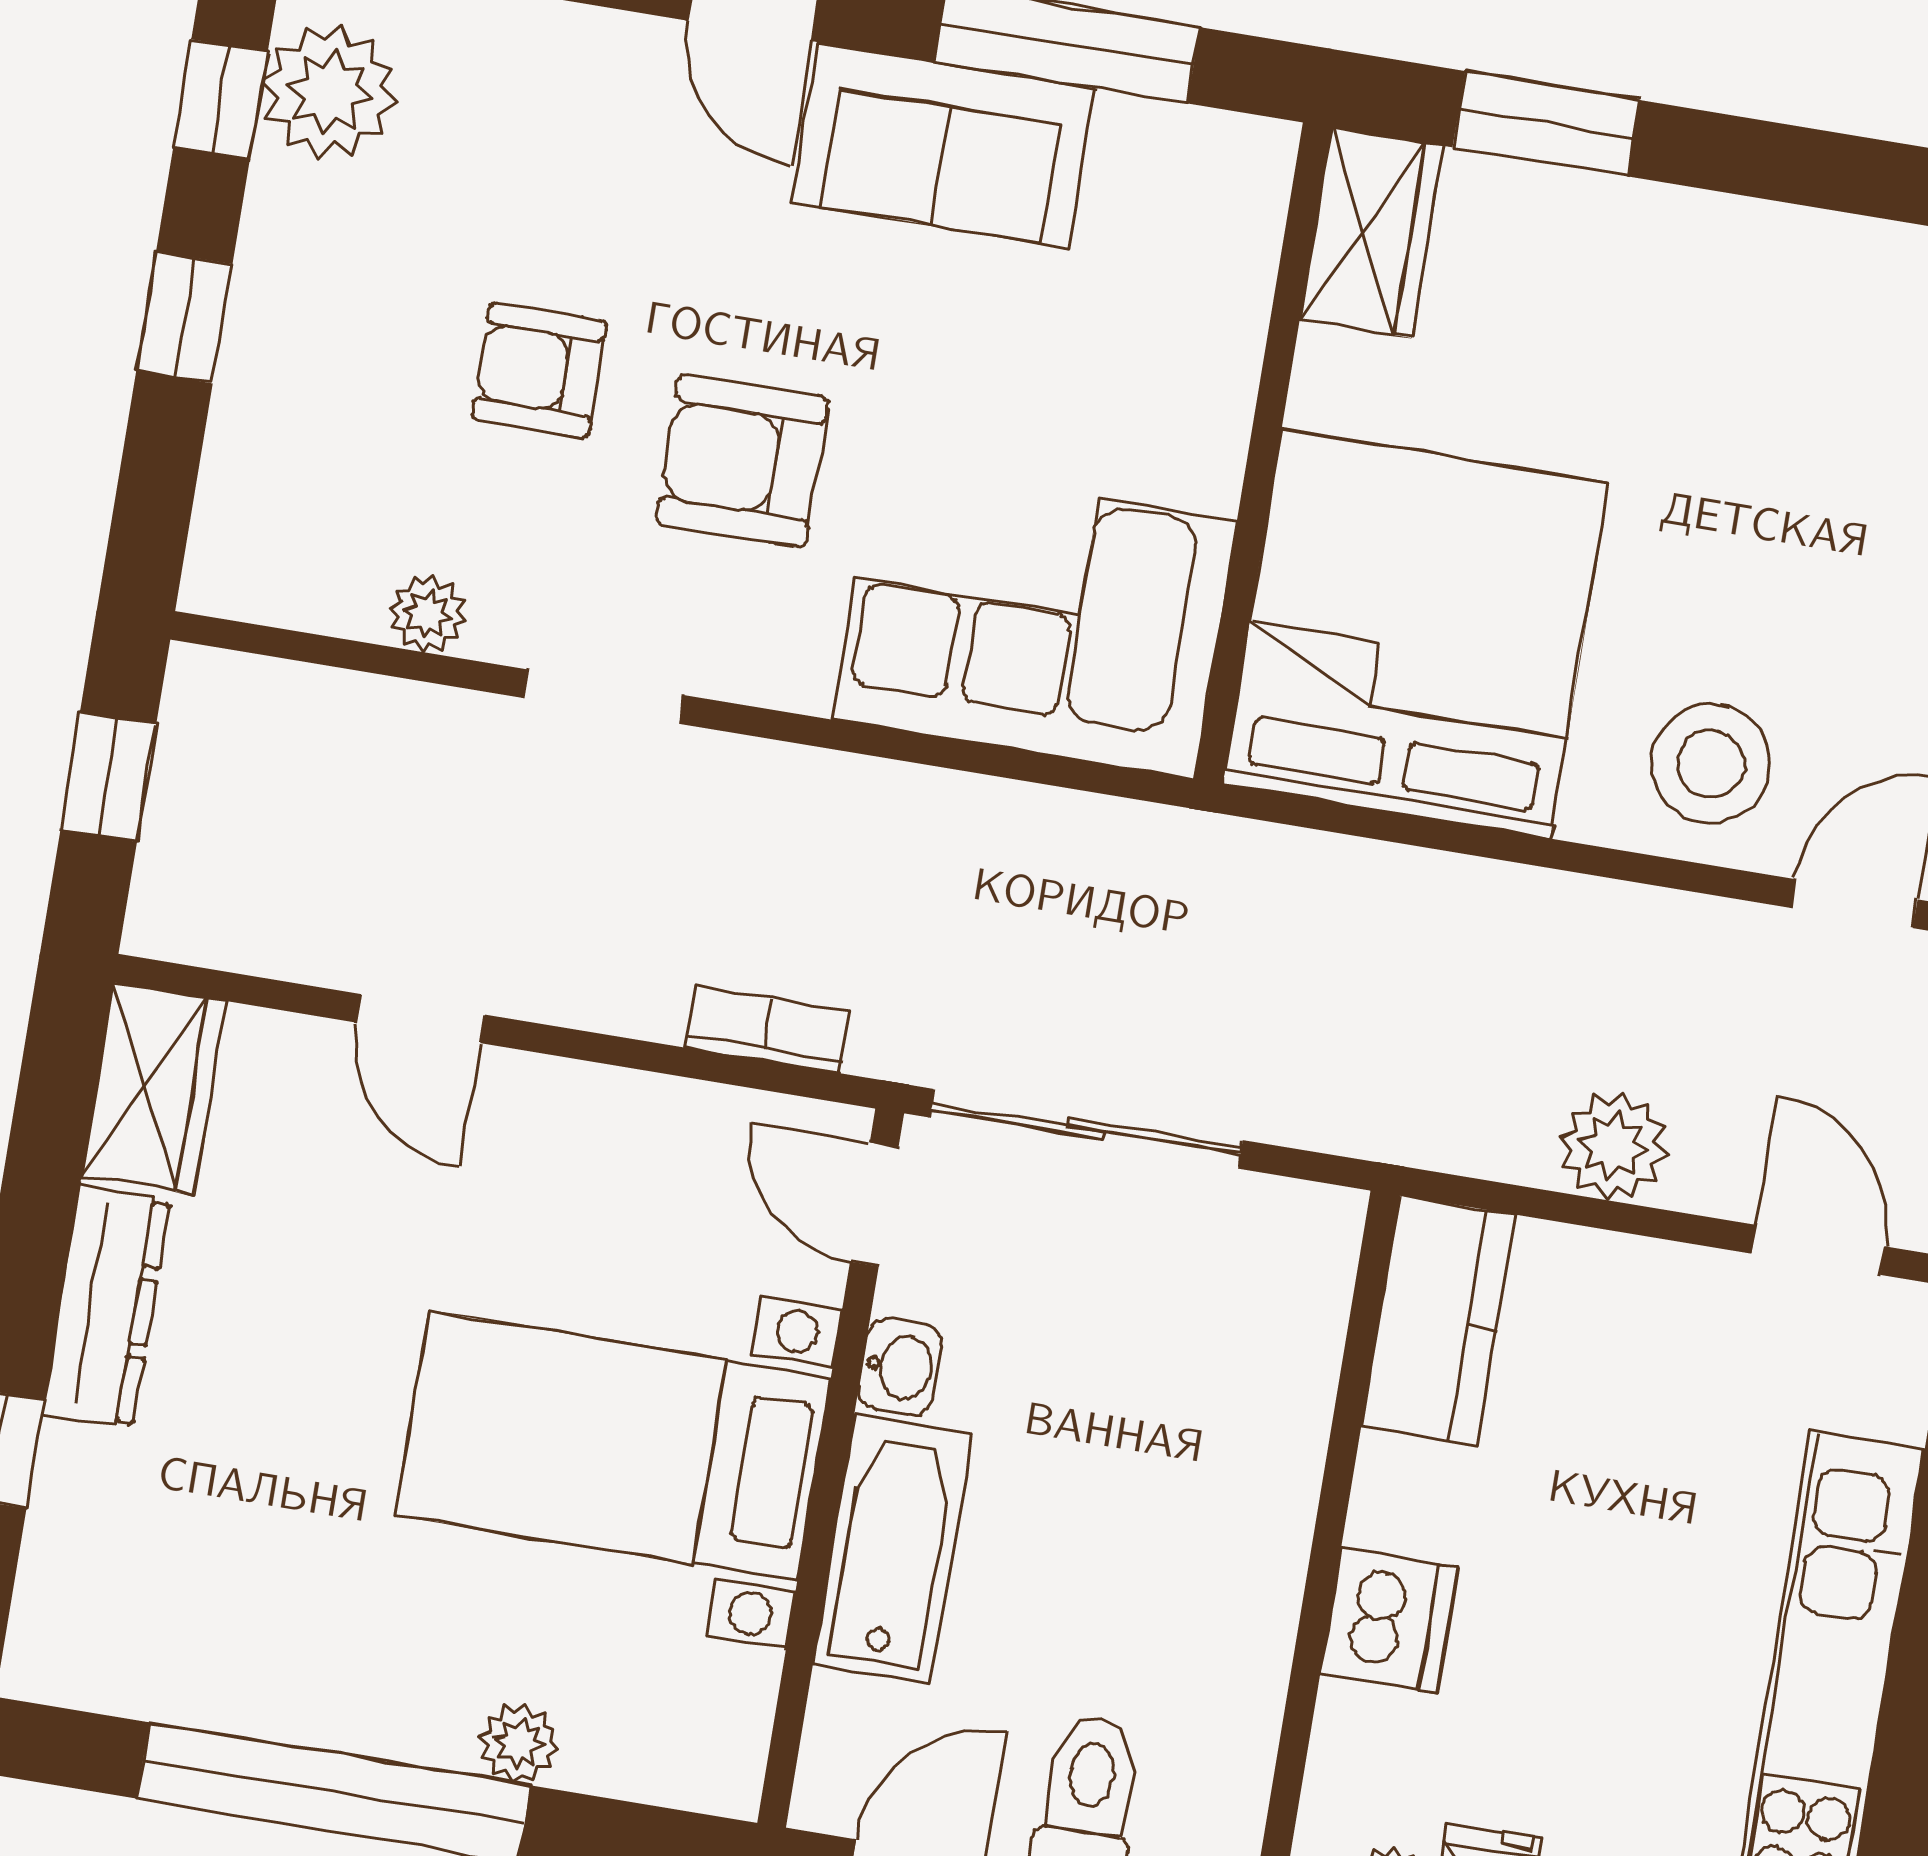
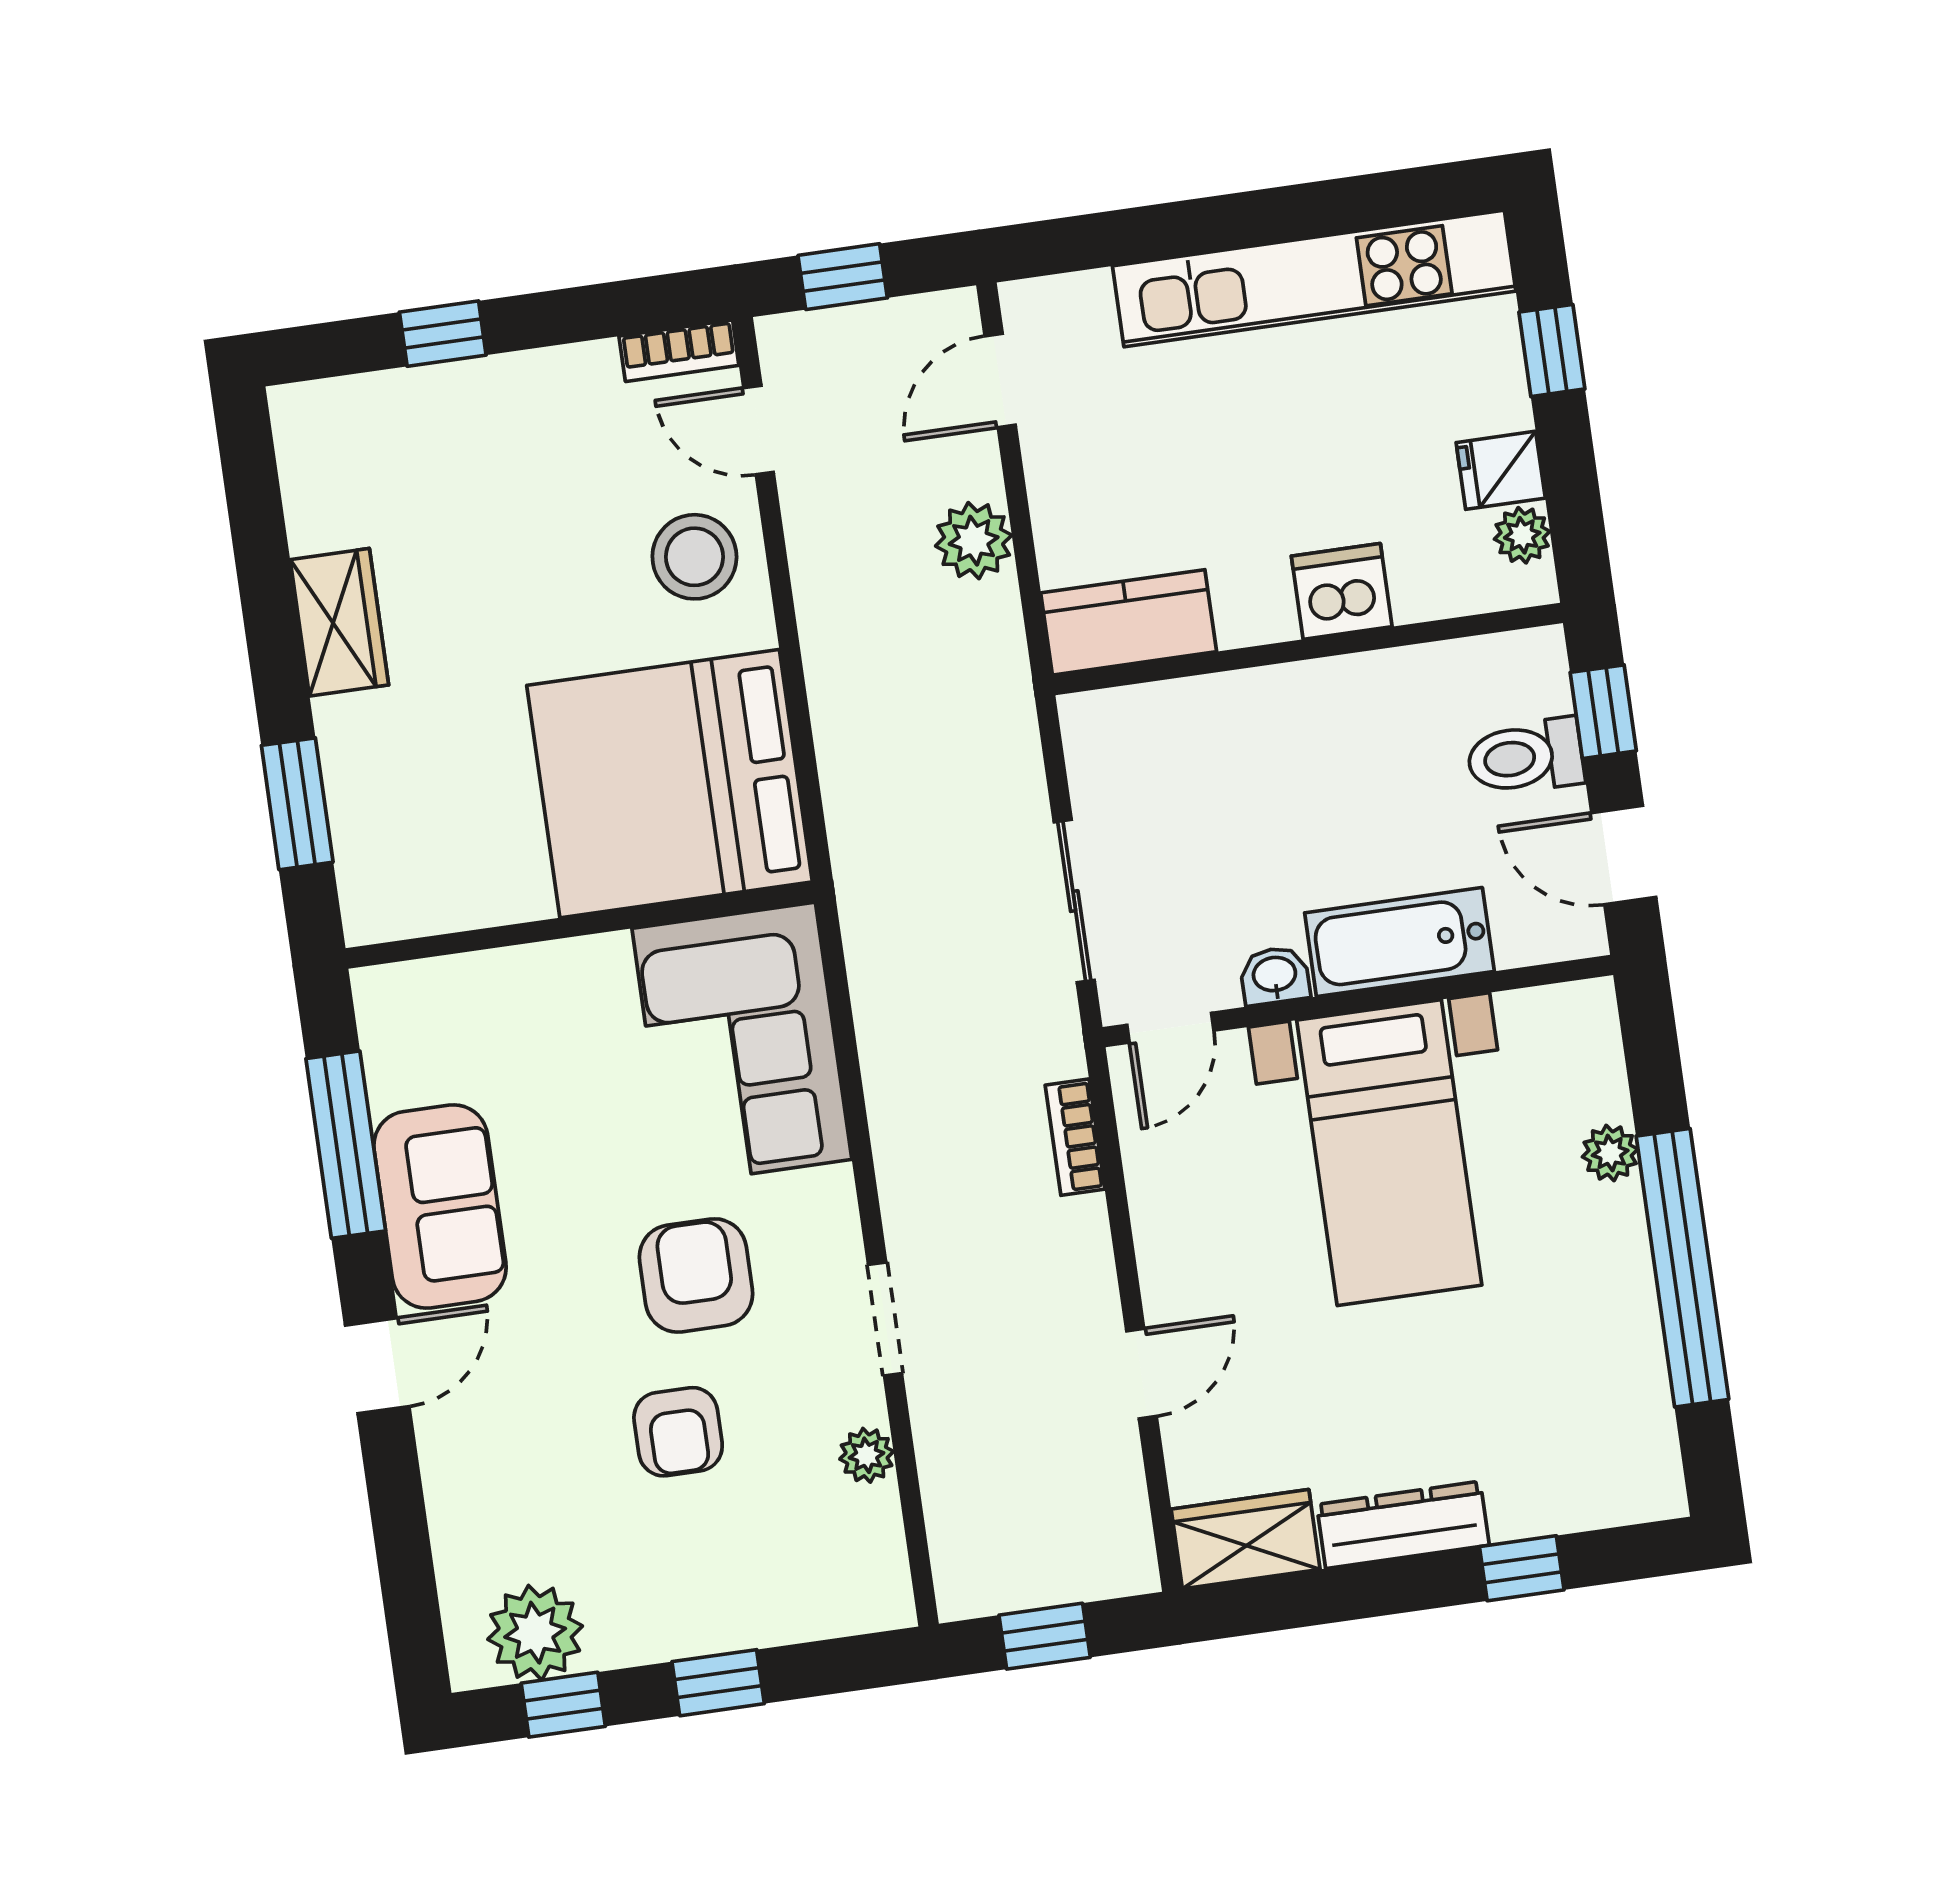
wardrobe: (1371, 233) -> (339, 622), moved, turned 90
armchair: (742, 460) -> (696, 1275), turned 180
sliding door: (1086, 1129) -> (1074, 901), width x0.73

